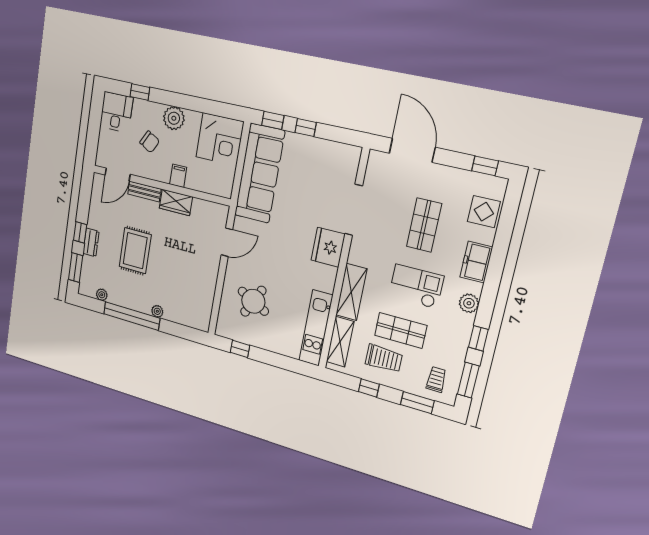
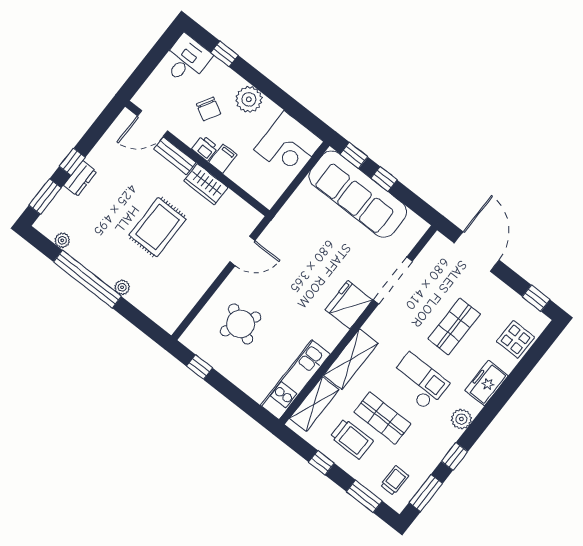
sofa: (260, 173) -> (358, 194), moved, turned 90
printer: (162, 174) -> (205, 148), added
rug: (135, 251) -> (158, 227), moved

